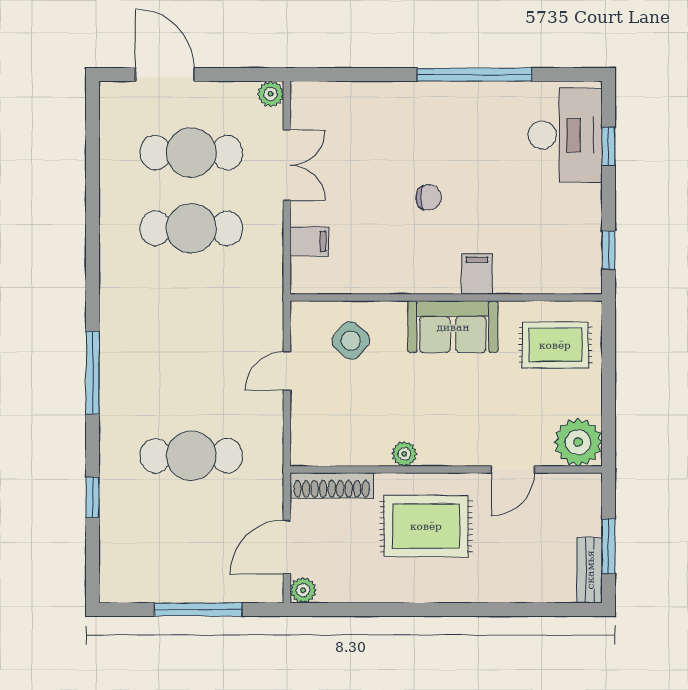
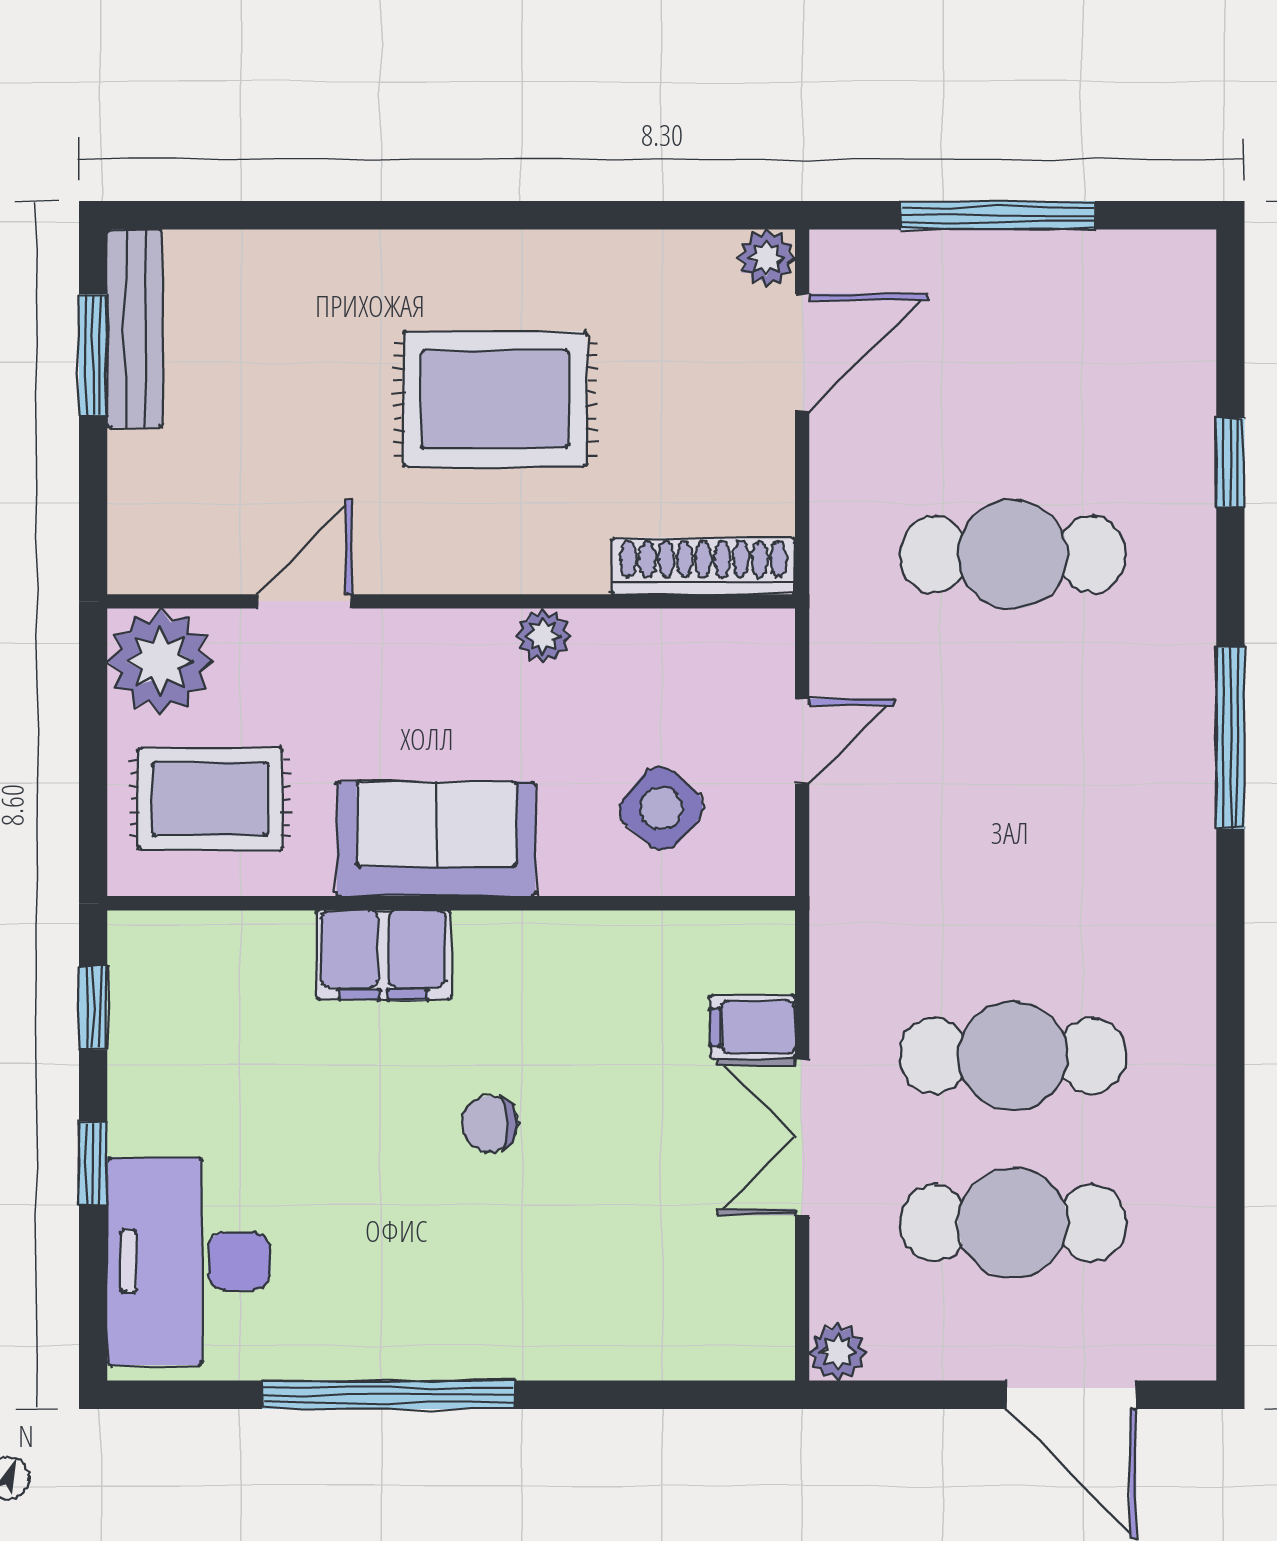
window: (609, 146) -> (93, 1163), moved
double door: (287, 165) -> (802, 1137), moved
filing cabinet: (477, 274) -> (383, 955), width x2.00
plant: (578, 442) -> (160, 661), moved
plant: (404, 454) -> (543, 636), moved
wall: (446, 469) -> (451, 601), moved
door: (513, 469) -> (304, 601), moved
shoe rack: (332, 486) -> (703, 566), moved
bench: (590, 570) -> (135, 328), width x1.36

